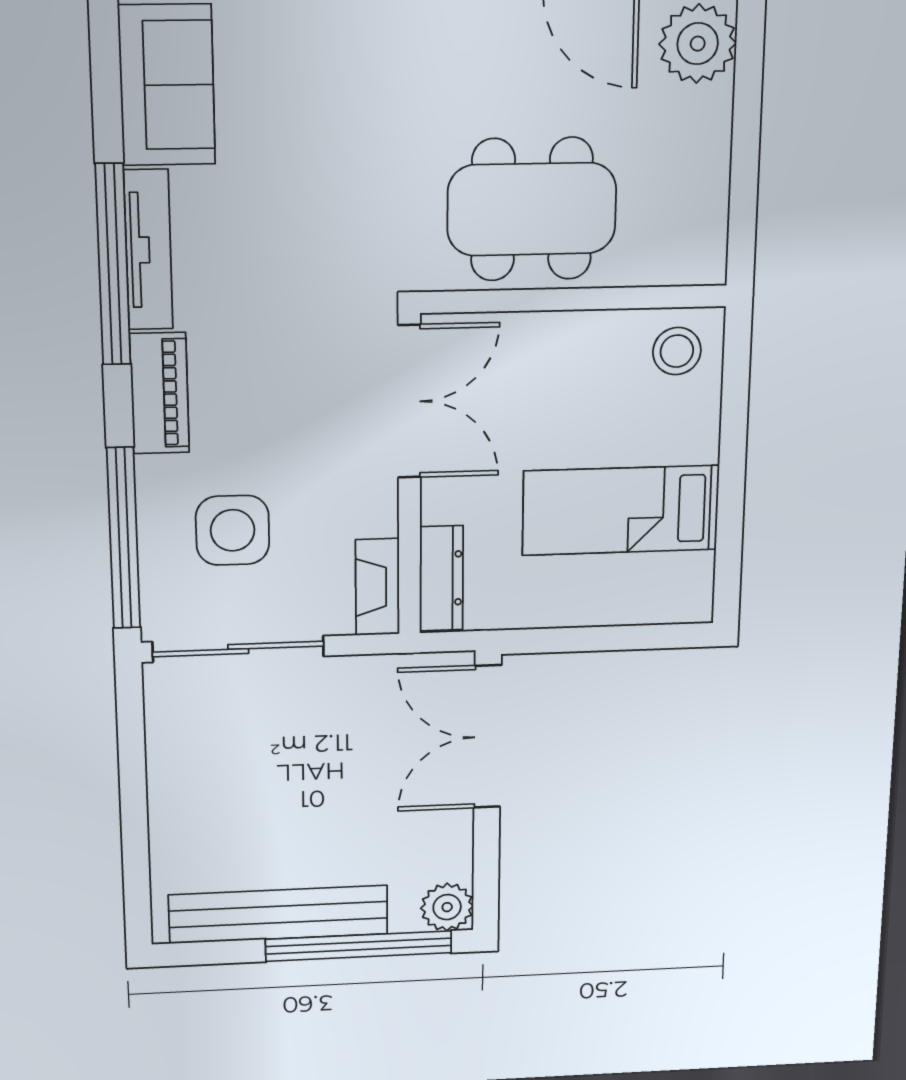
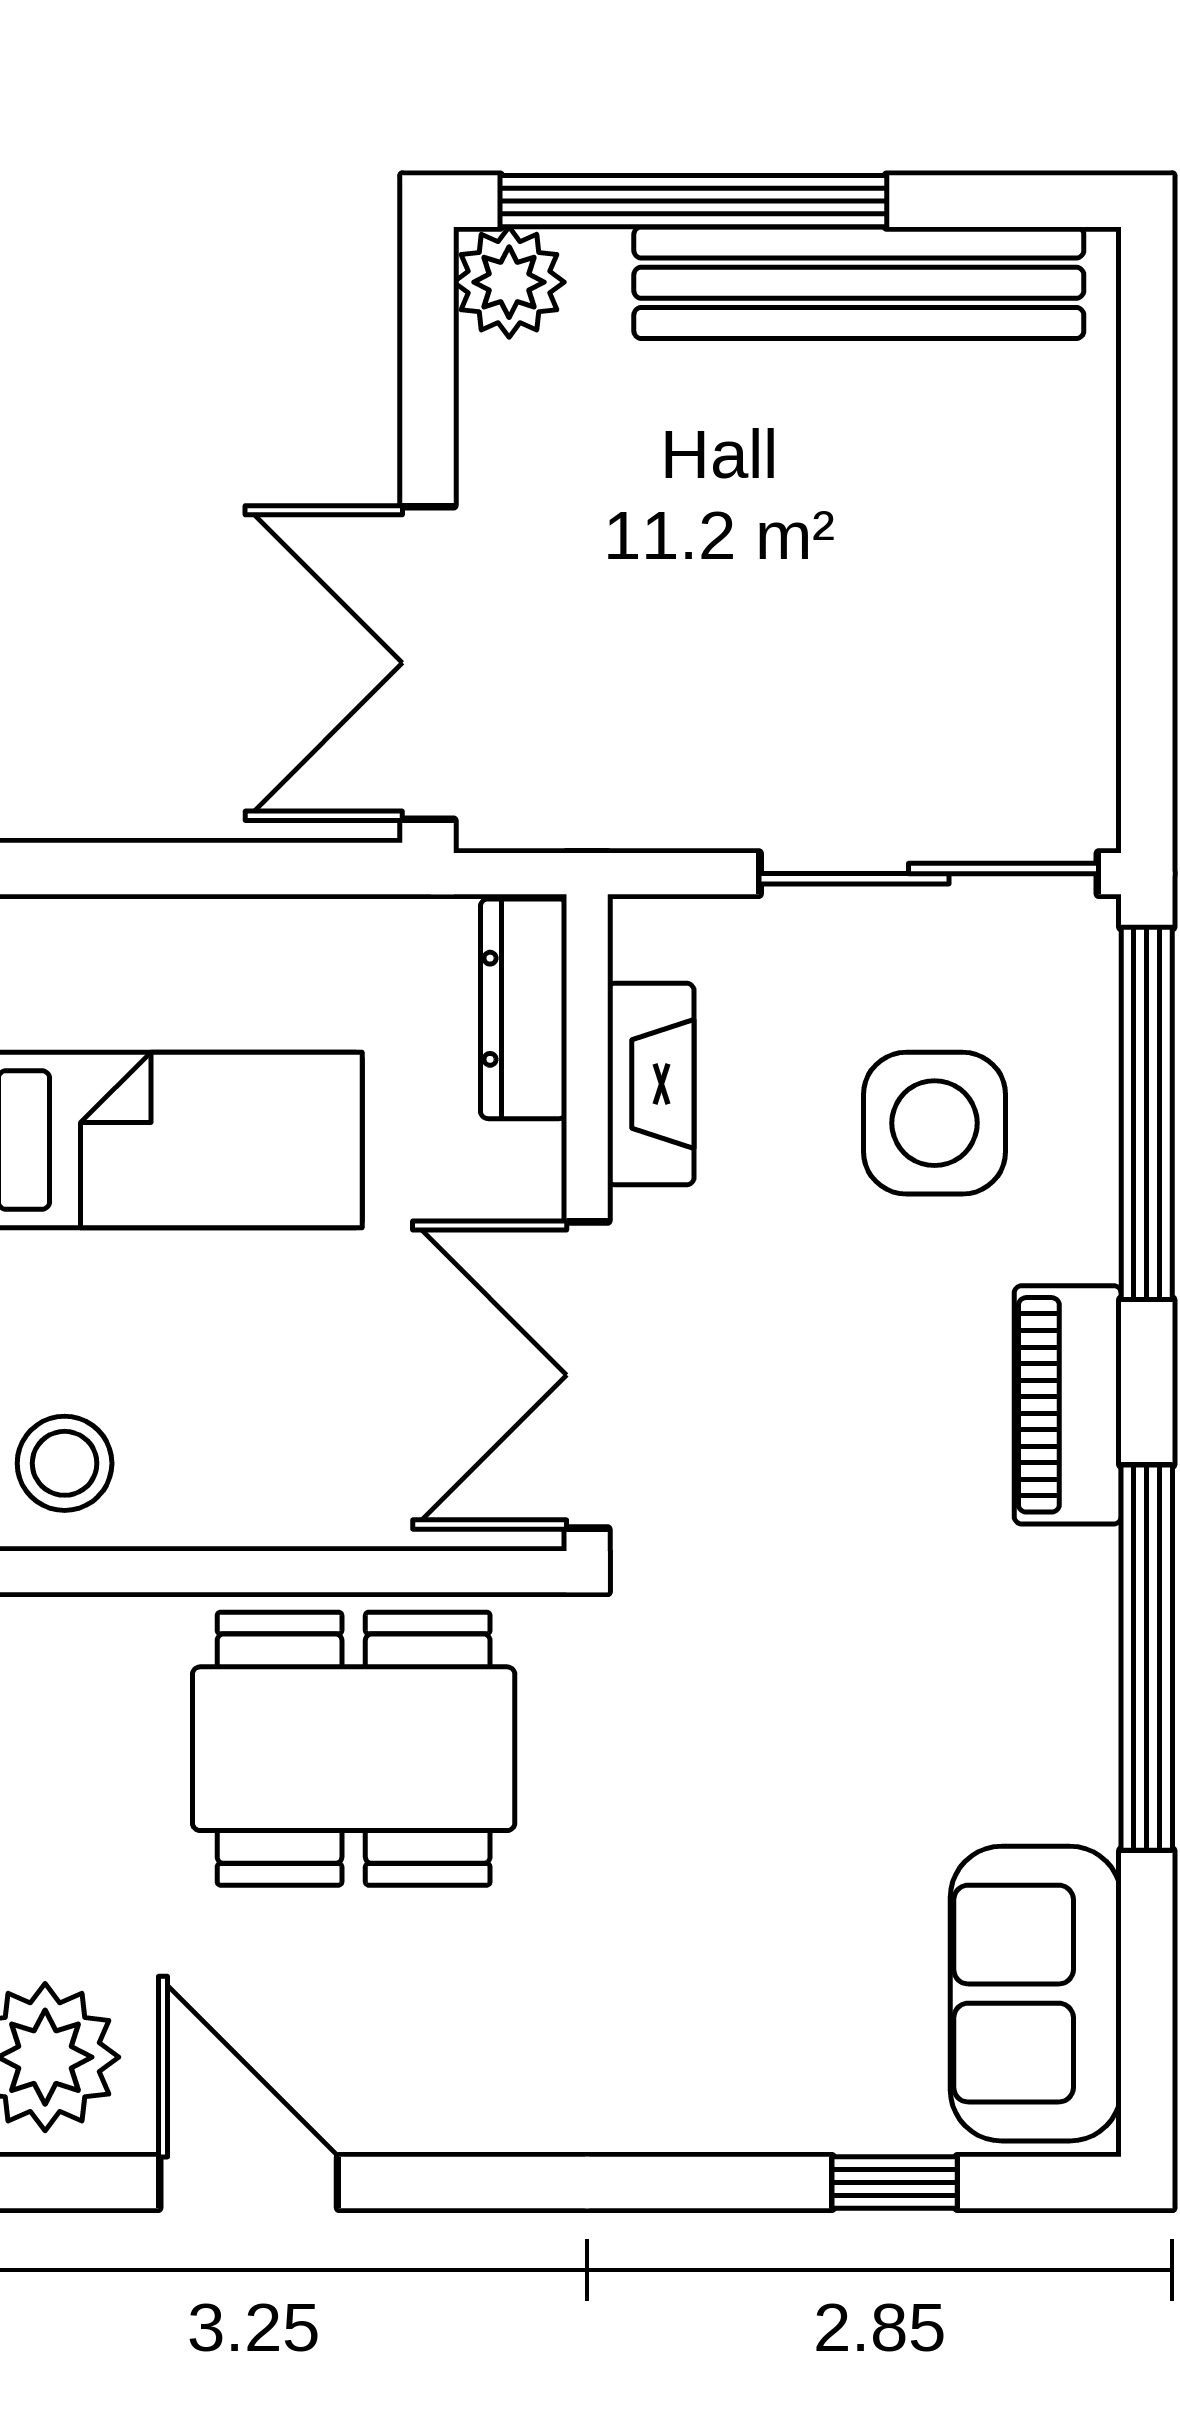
tv unit: (148, 250) -> (1080, 1685), removed
fireplace: (377, 587) -> (651, 1084), moved
double door: (487, 737) -> (428, 663), swing flipped

